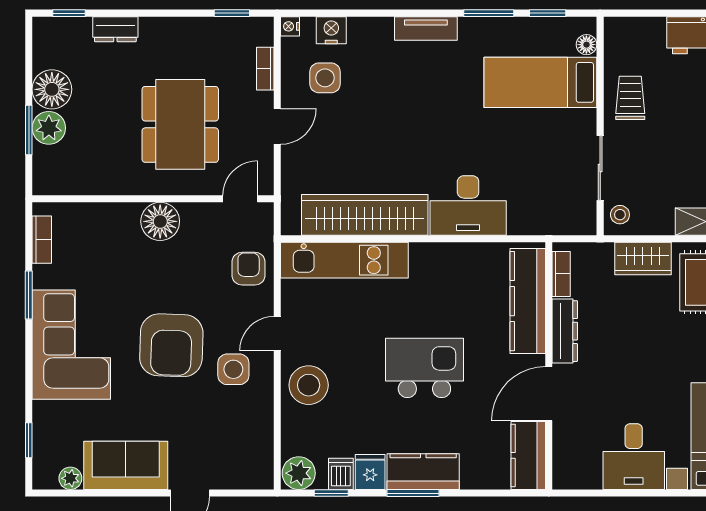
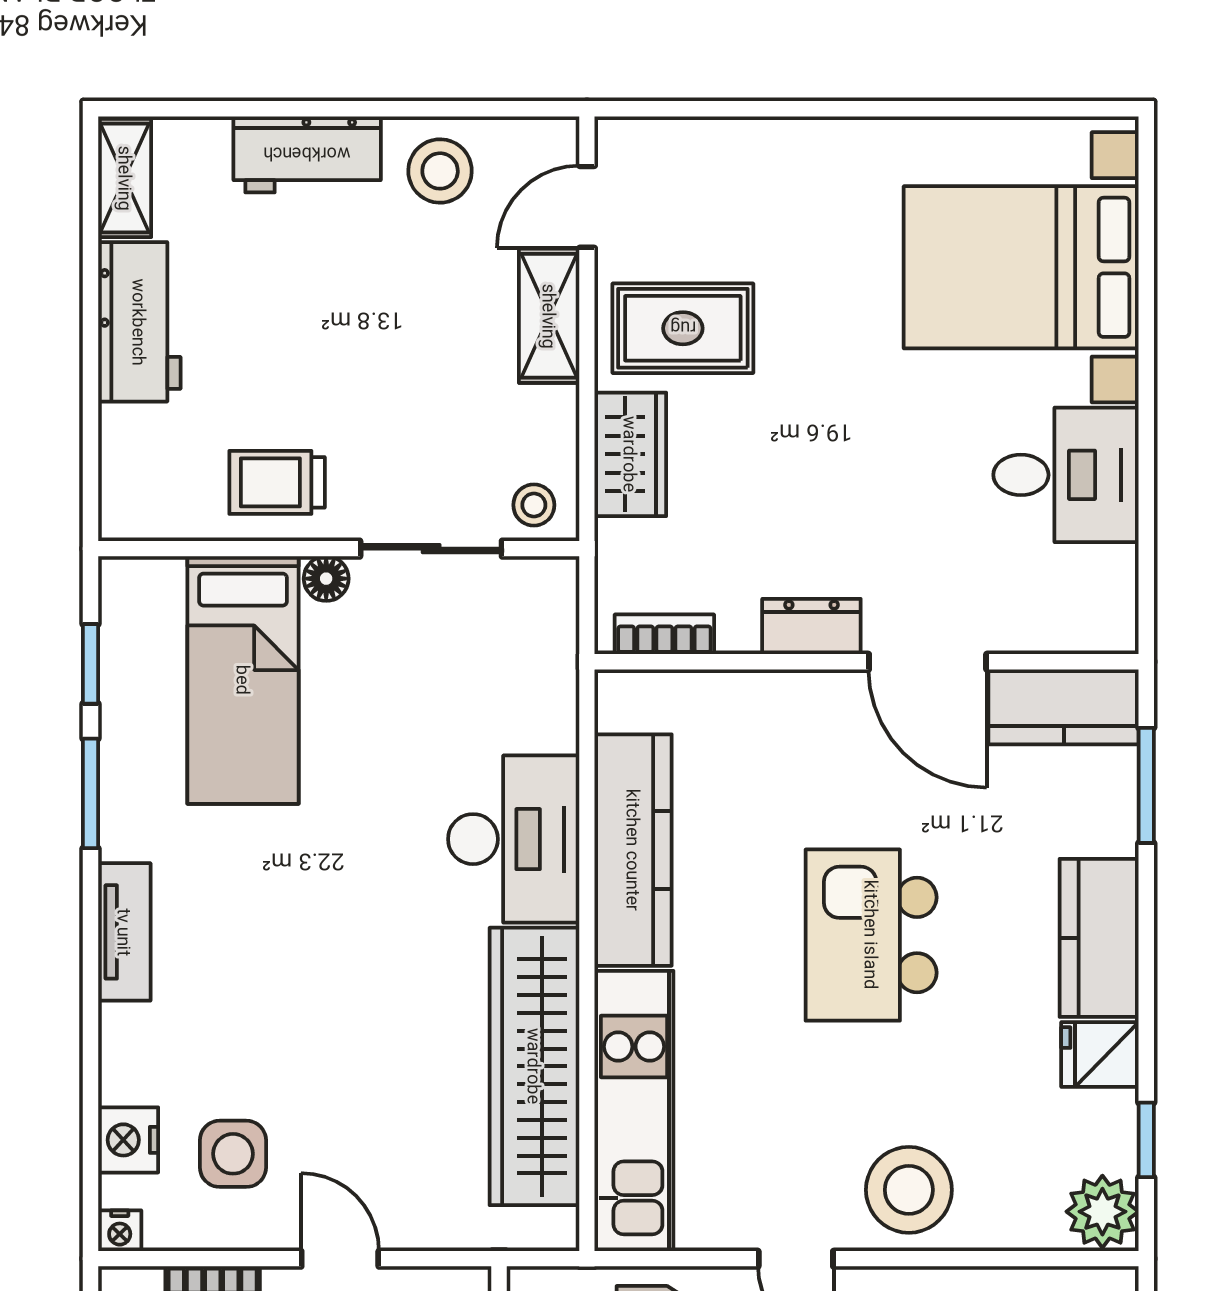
floor lamp: (586, 45) -> (326, 579), moved
kitchen counter: (528, 301) -> (633, 850), moved, turned -90
dresser: (565, 331) -> (811, 626), width x0.70
dishwasher: (341, 474) -> (1104, 1119), removed
window: (413, 493) -> (1146, 785), moved

